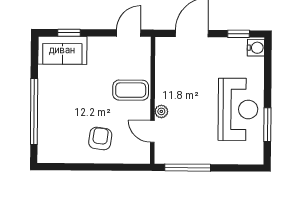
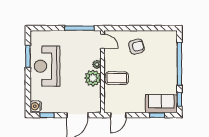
window: (34, 57) -> (179, 99), added
plant: (168, 91) -> (93, 78), added
door: (152, 131) -> (103, 41), moved
armchair: (100, 139) -> (136, 47), turned -112

